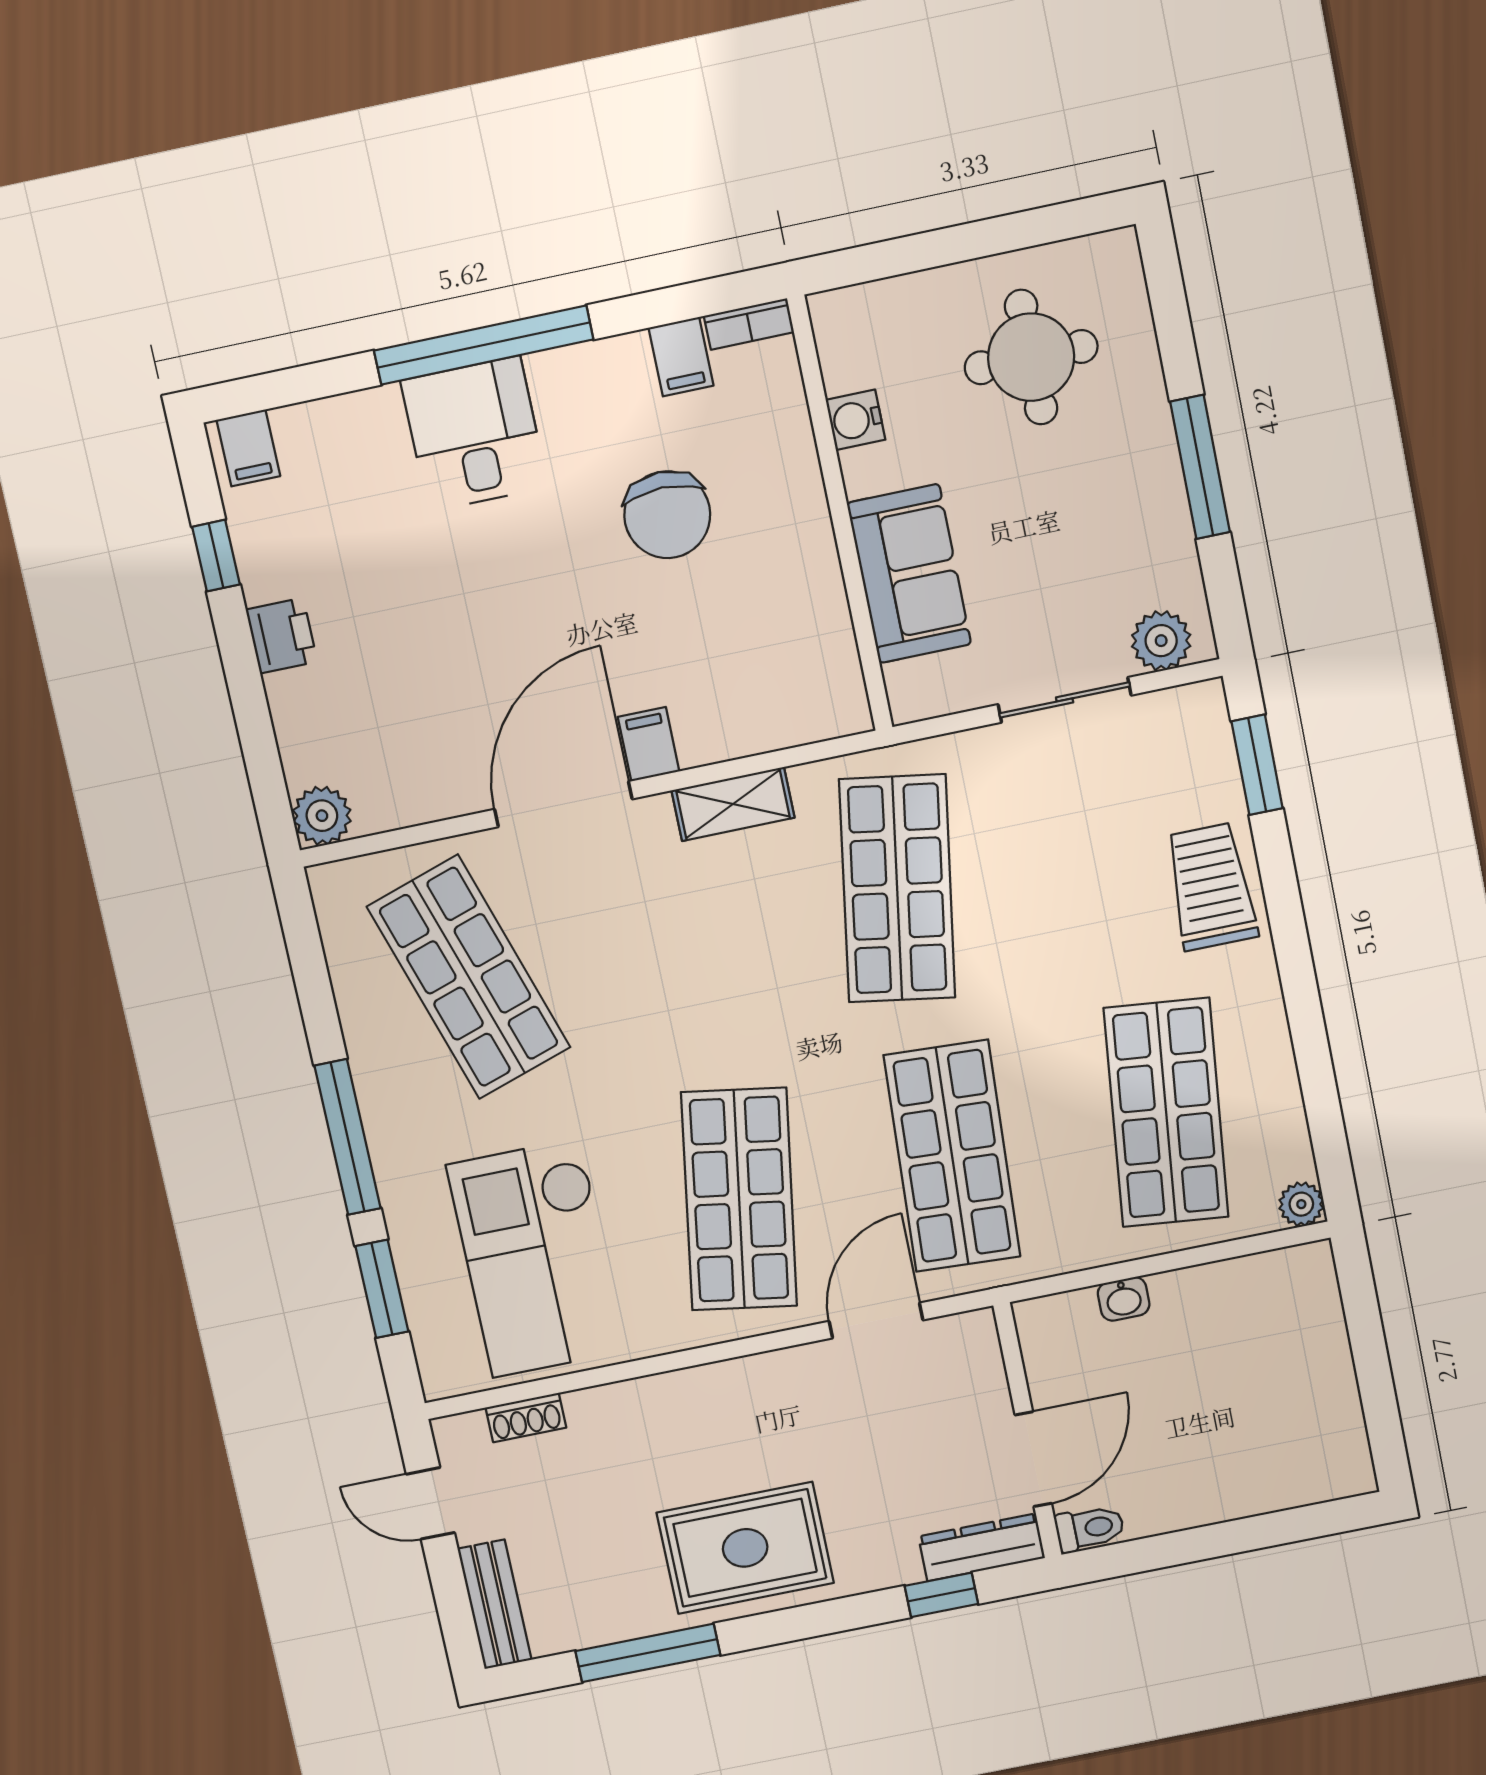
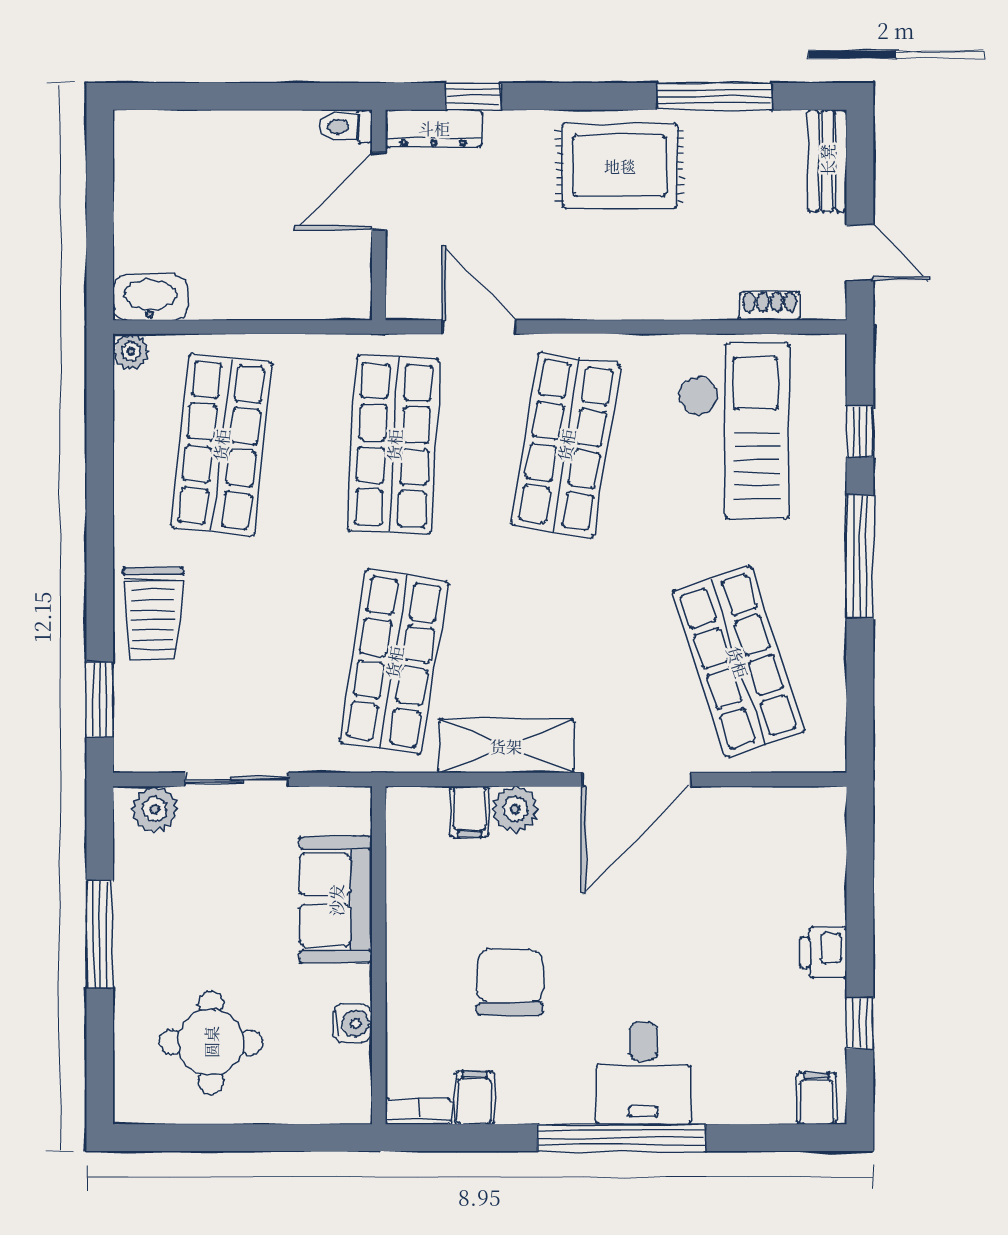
filing cabinet: (649, 744) -> (469, 812), moved
shelving: (733, 804) -> (506, 746), width x1.50, depth x1.33
plant: (322, 816) -> (515, 809), moved
window: (382, 1289) -> (860, 431), width x0.67
washbasin: (1124, 1299) -> (150, 298), moved, width x1.91, depth x1.45
door: (876, 1321) -> (479, 327), swing flipped

